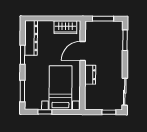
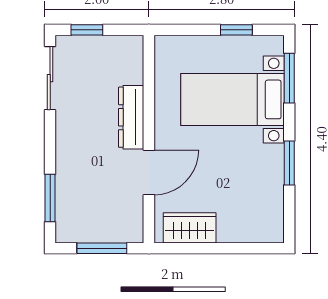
dresser: (31, 38) -> (270, 202), removed
dresser: (90, 75) -> (131, 117), width x1.44
bed with nightstands: (60, 88) -> (232, 99), moved, turned 90

